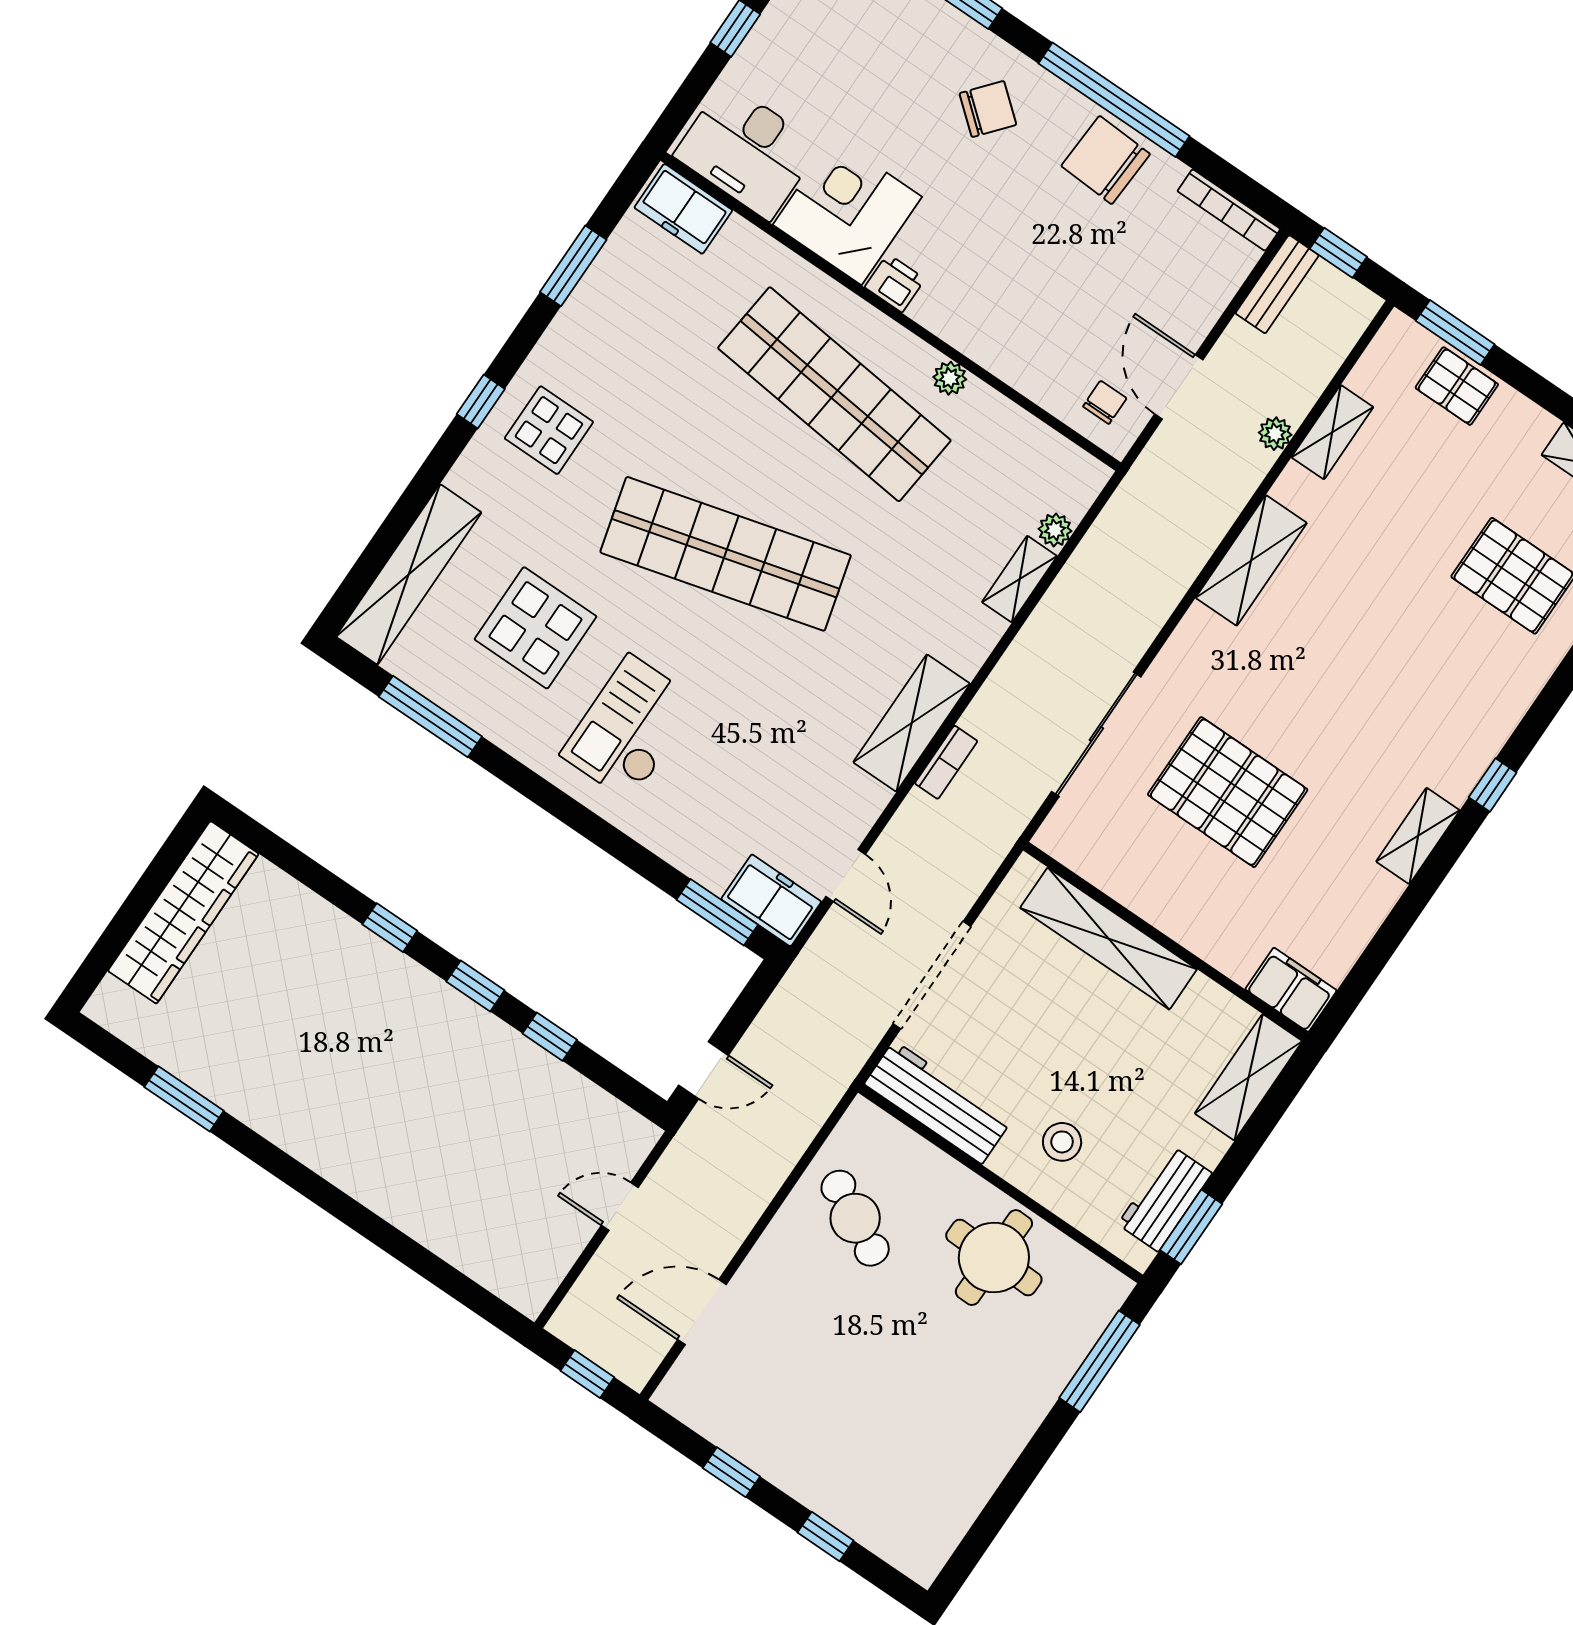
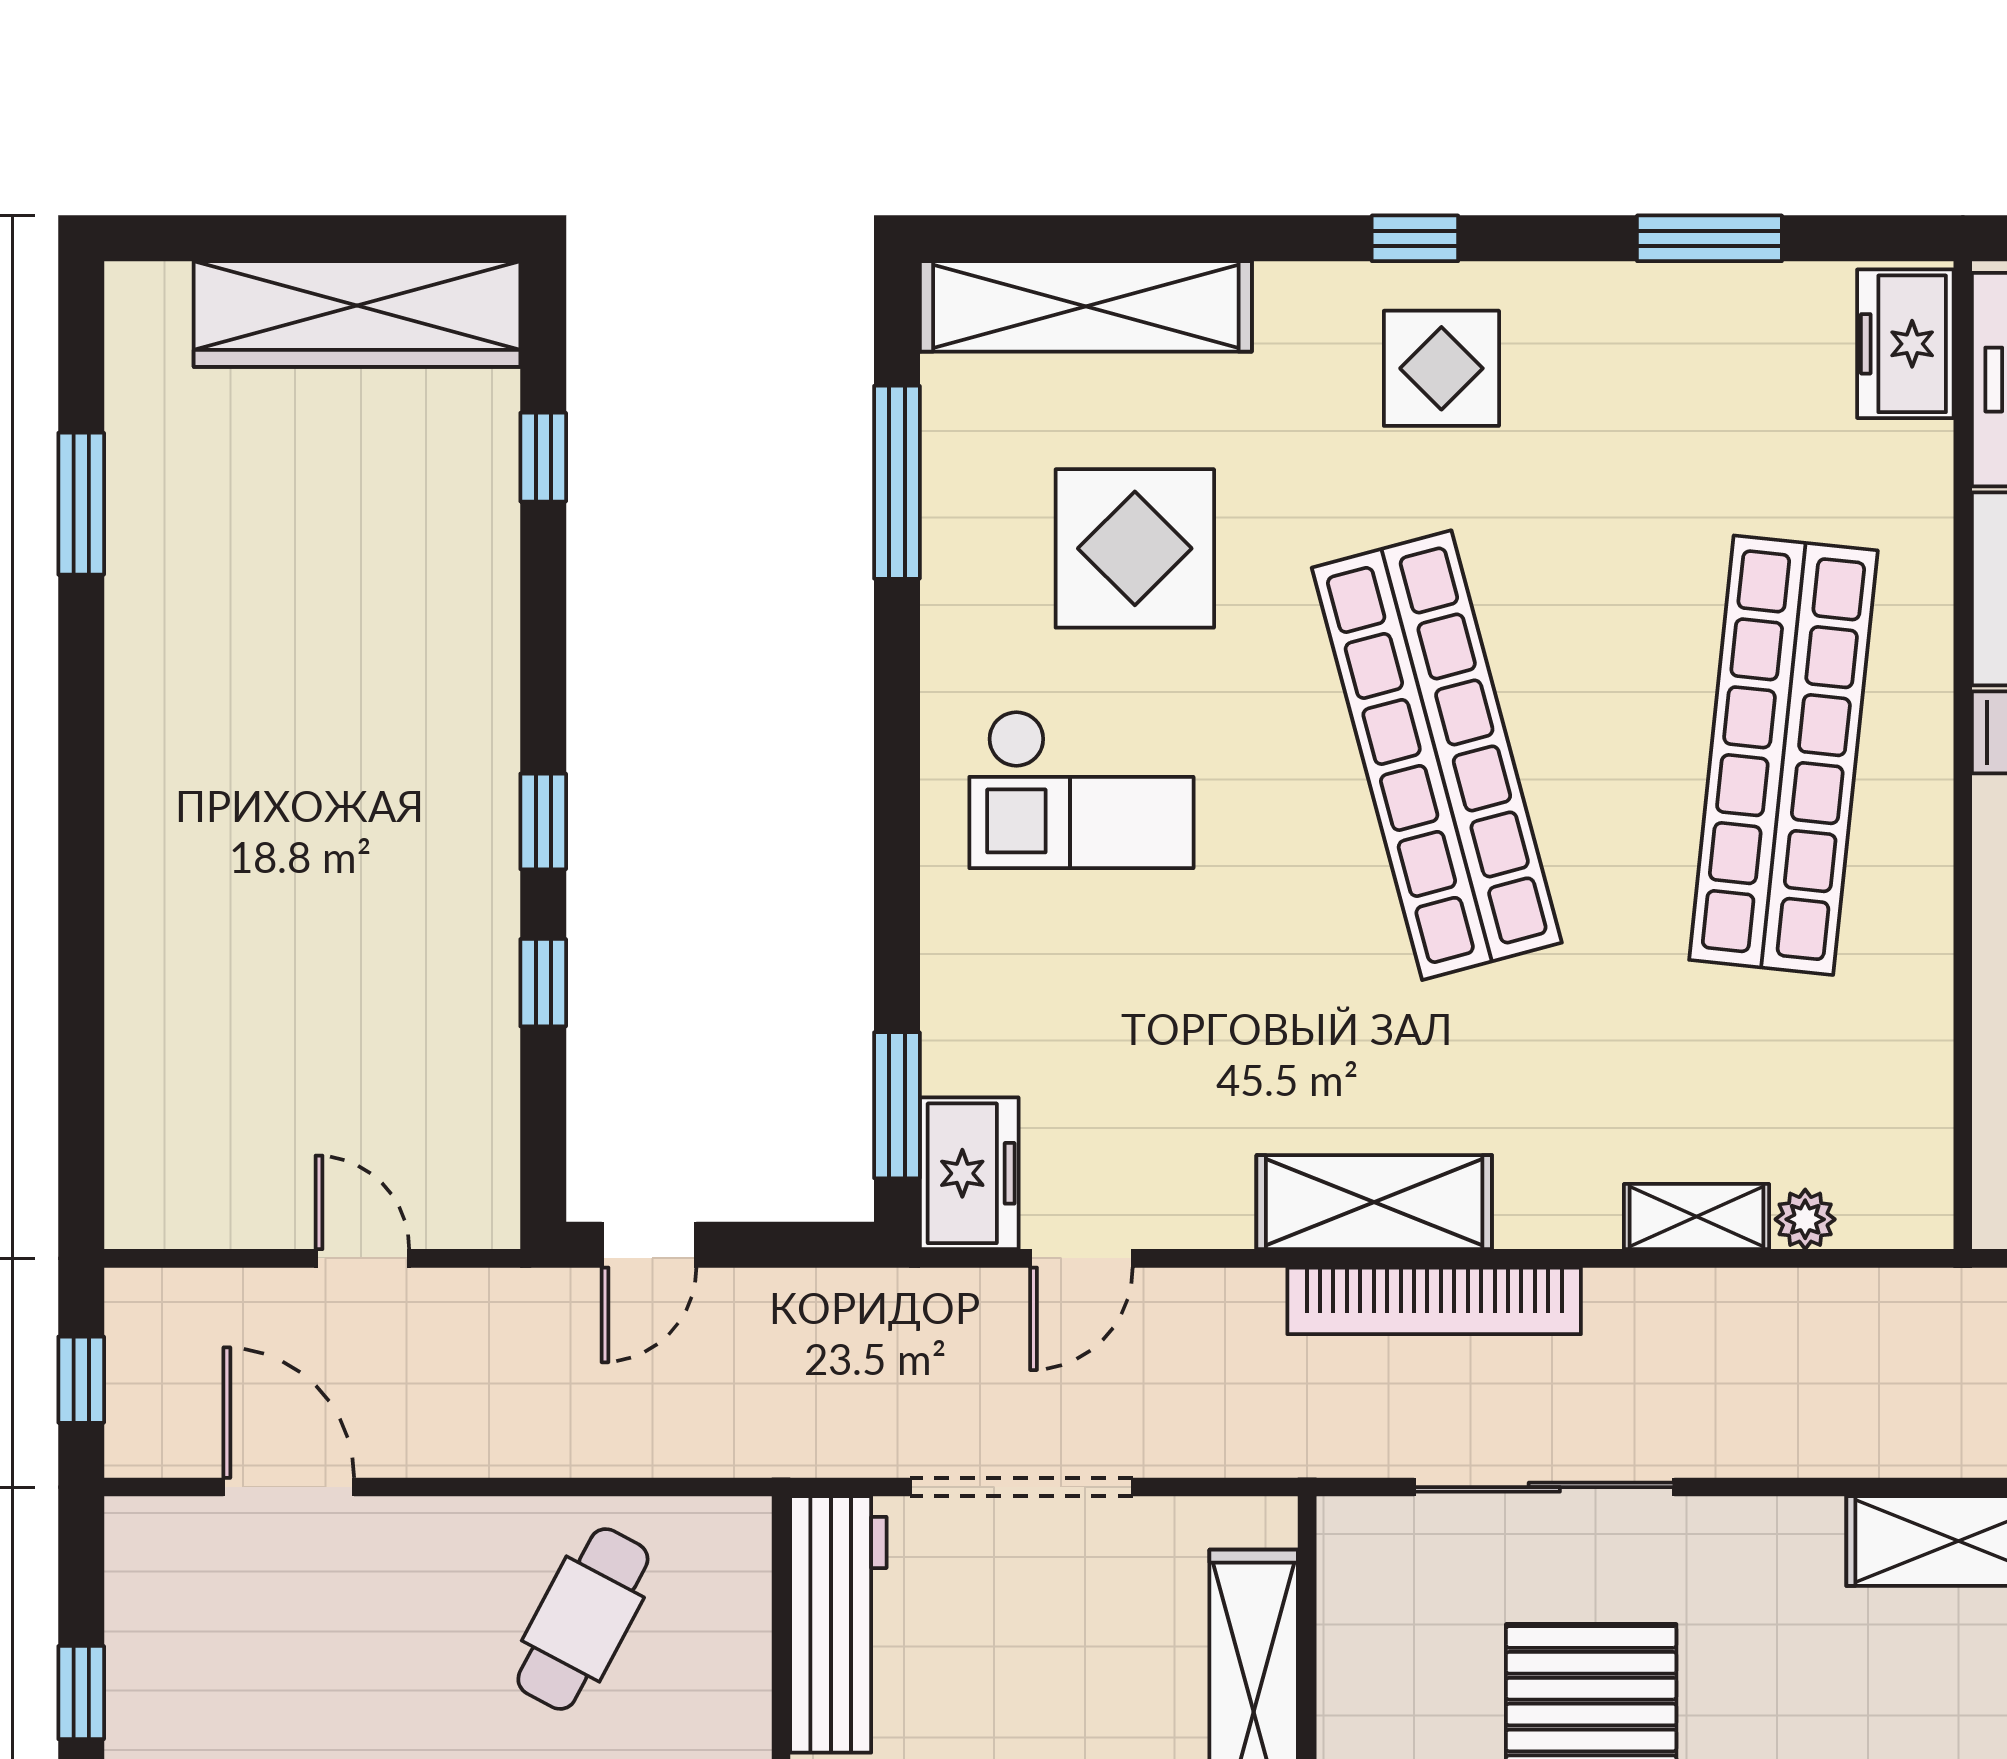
plant: (950, 378) -> (1924, 910), removed
checkout: (630, 728) -> (1081, 789), turned 180
bookcase: (946, 762) -> (1434, 1301), width x2.31, depth x1.31
window: (390, 928) -> (543, 457), moved
door: (703, 1070) -> (649, 1245), hinge flipped

